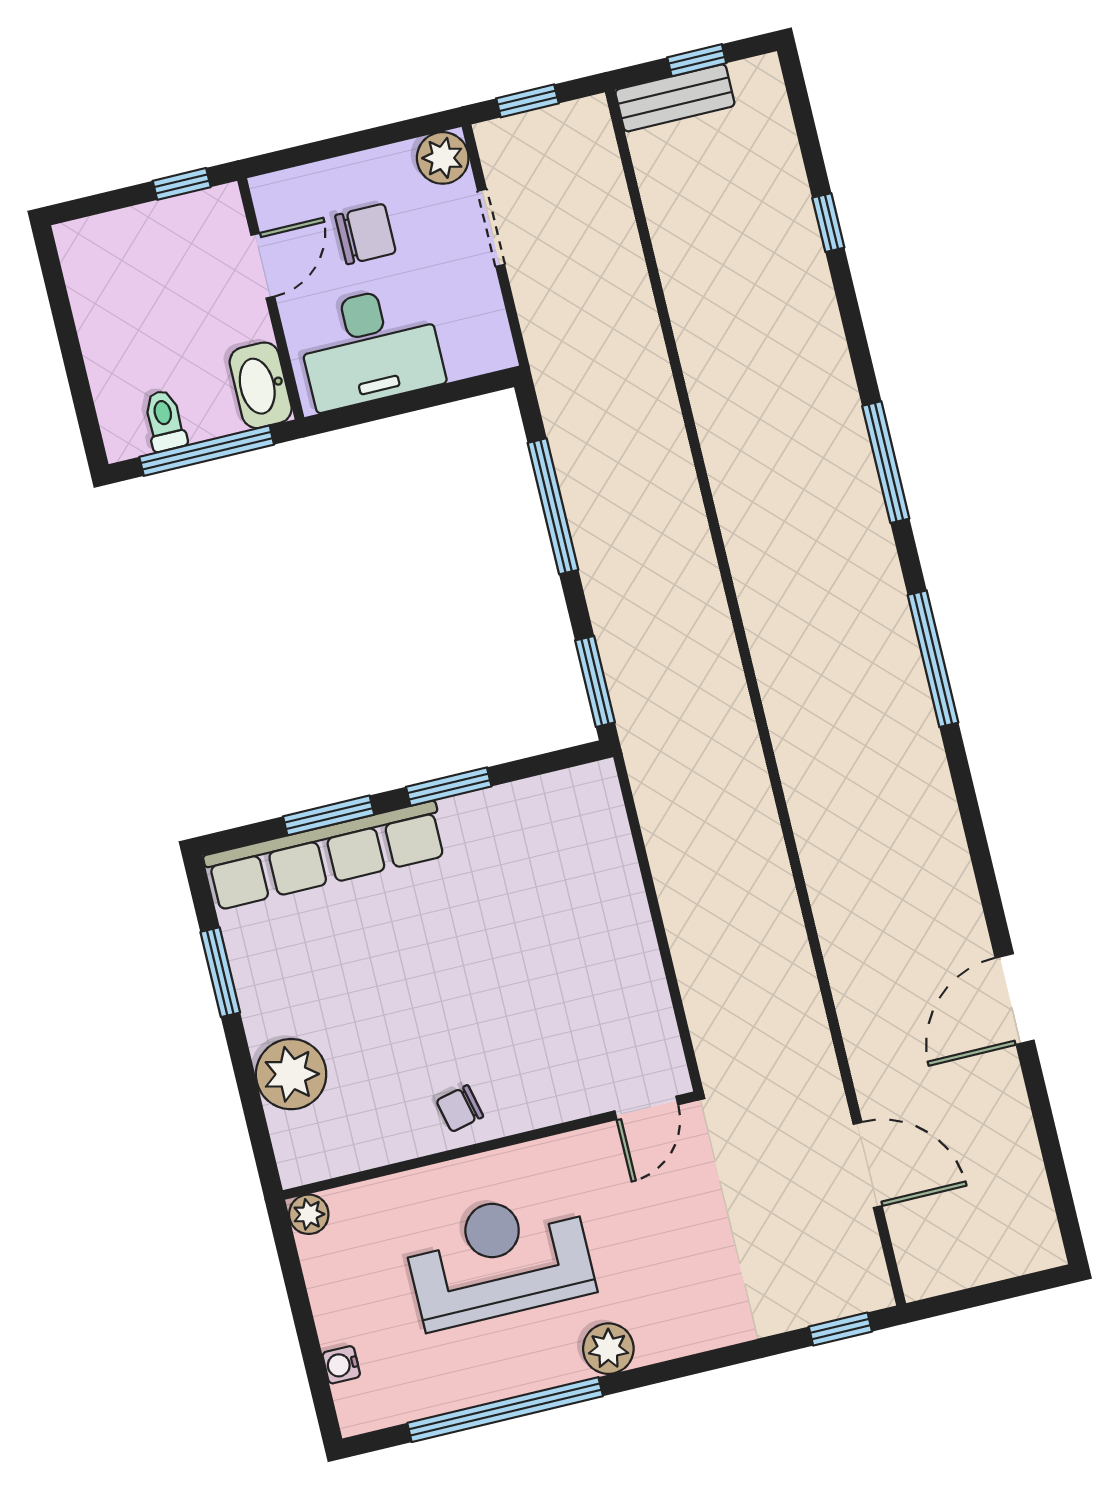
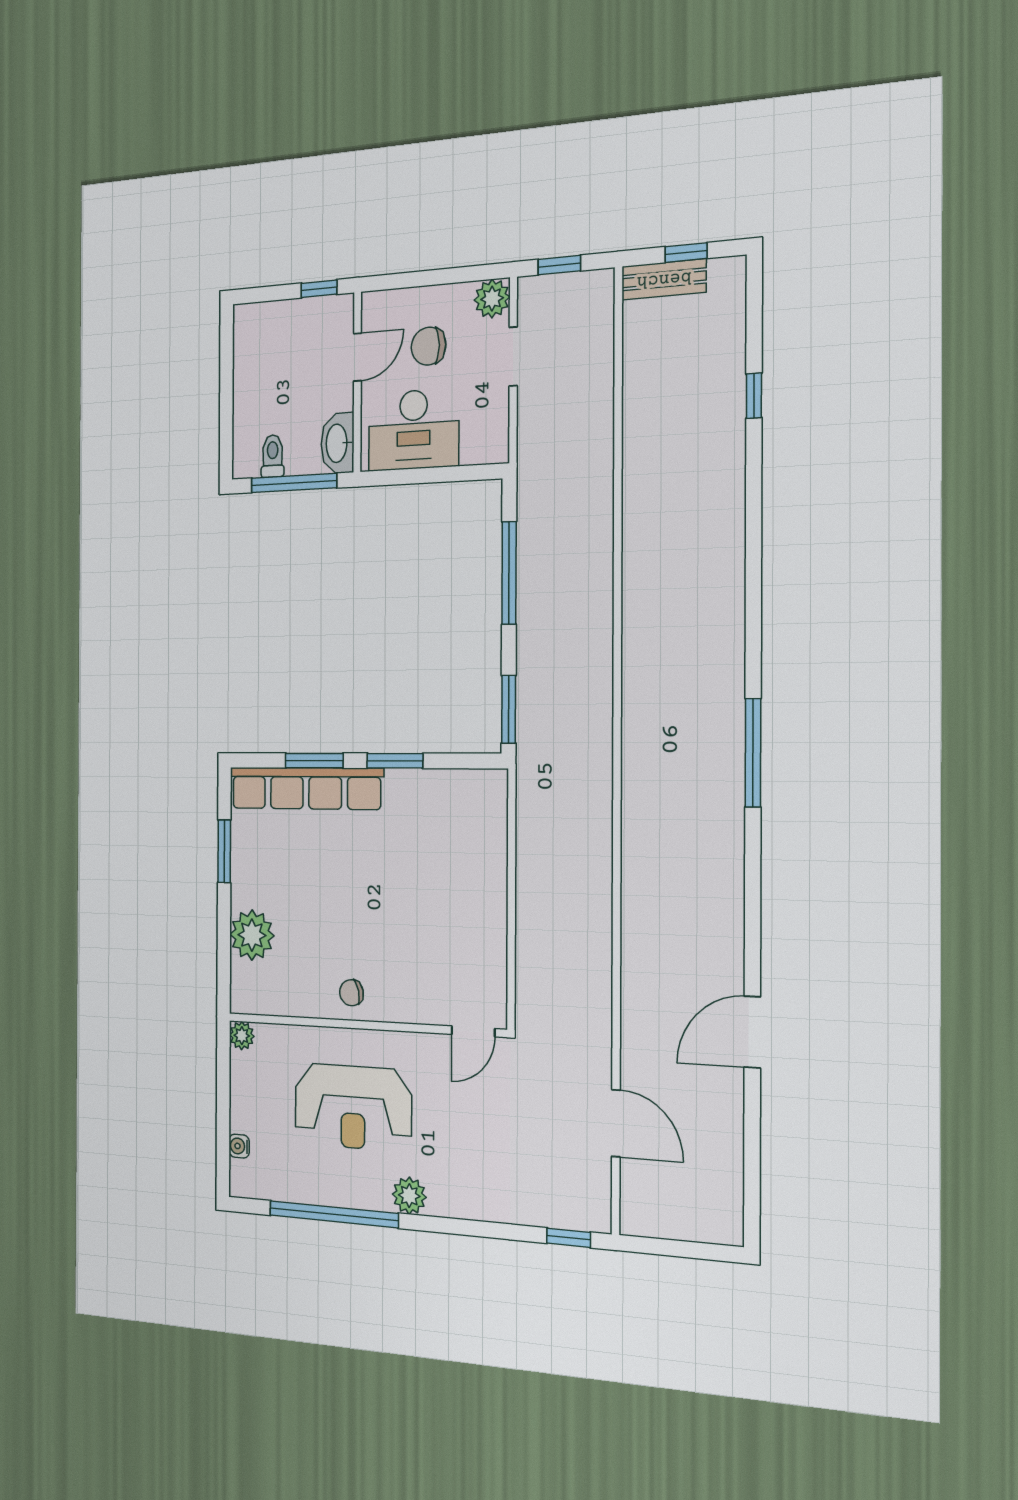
chair: (365, 234) -> (429, 346), turned 180
window: (886, 462) -> (753, 592), removed
reception desk: (499, 1259) -> (353, 1107), turned 180

